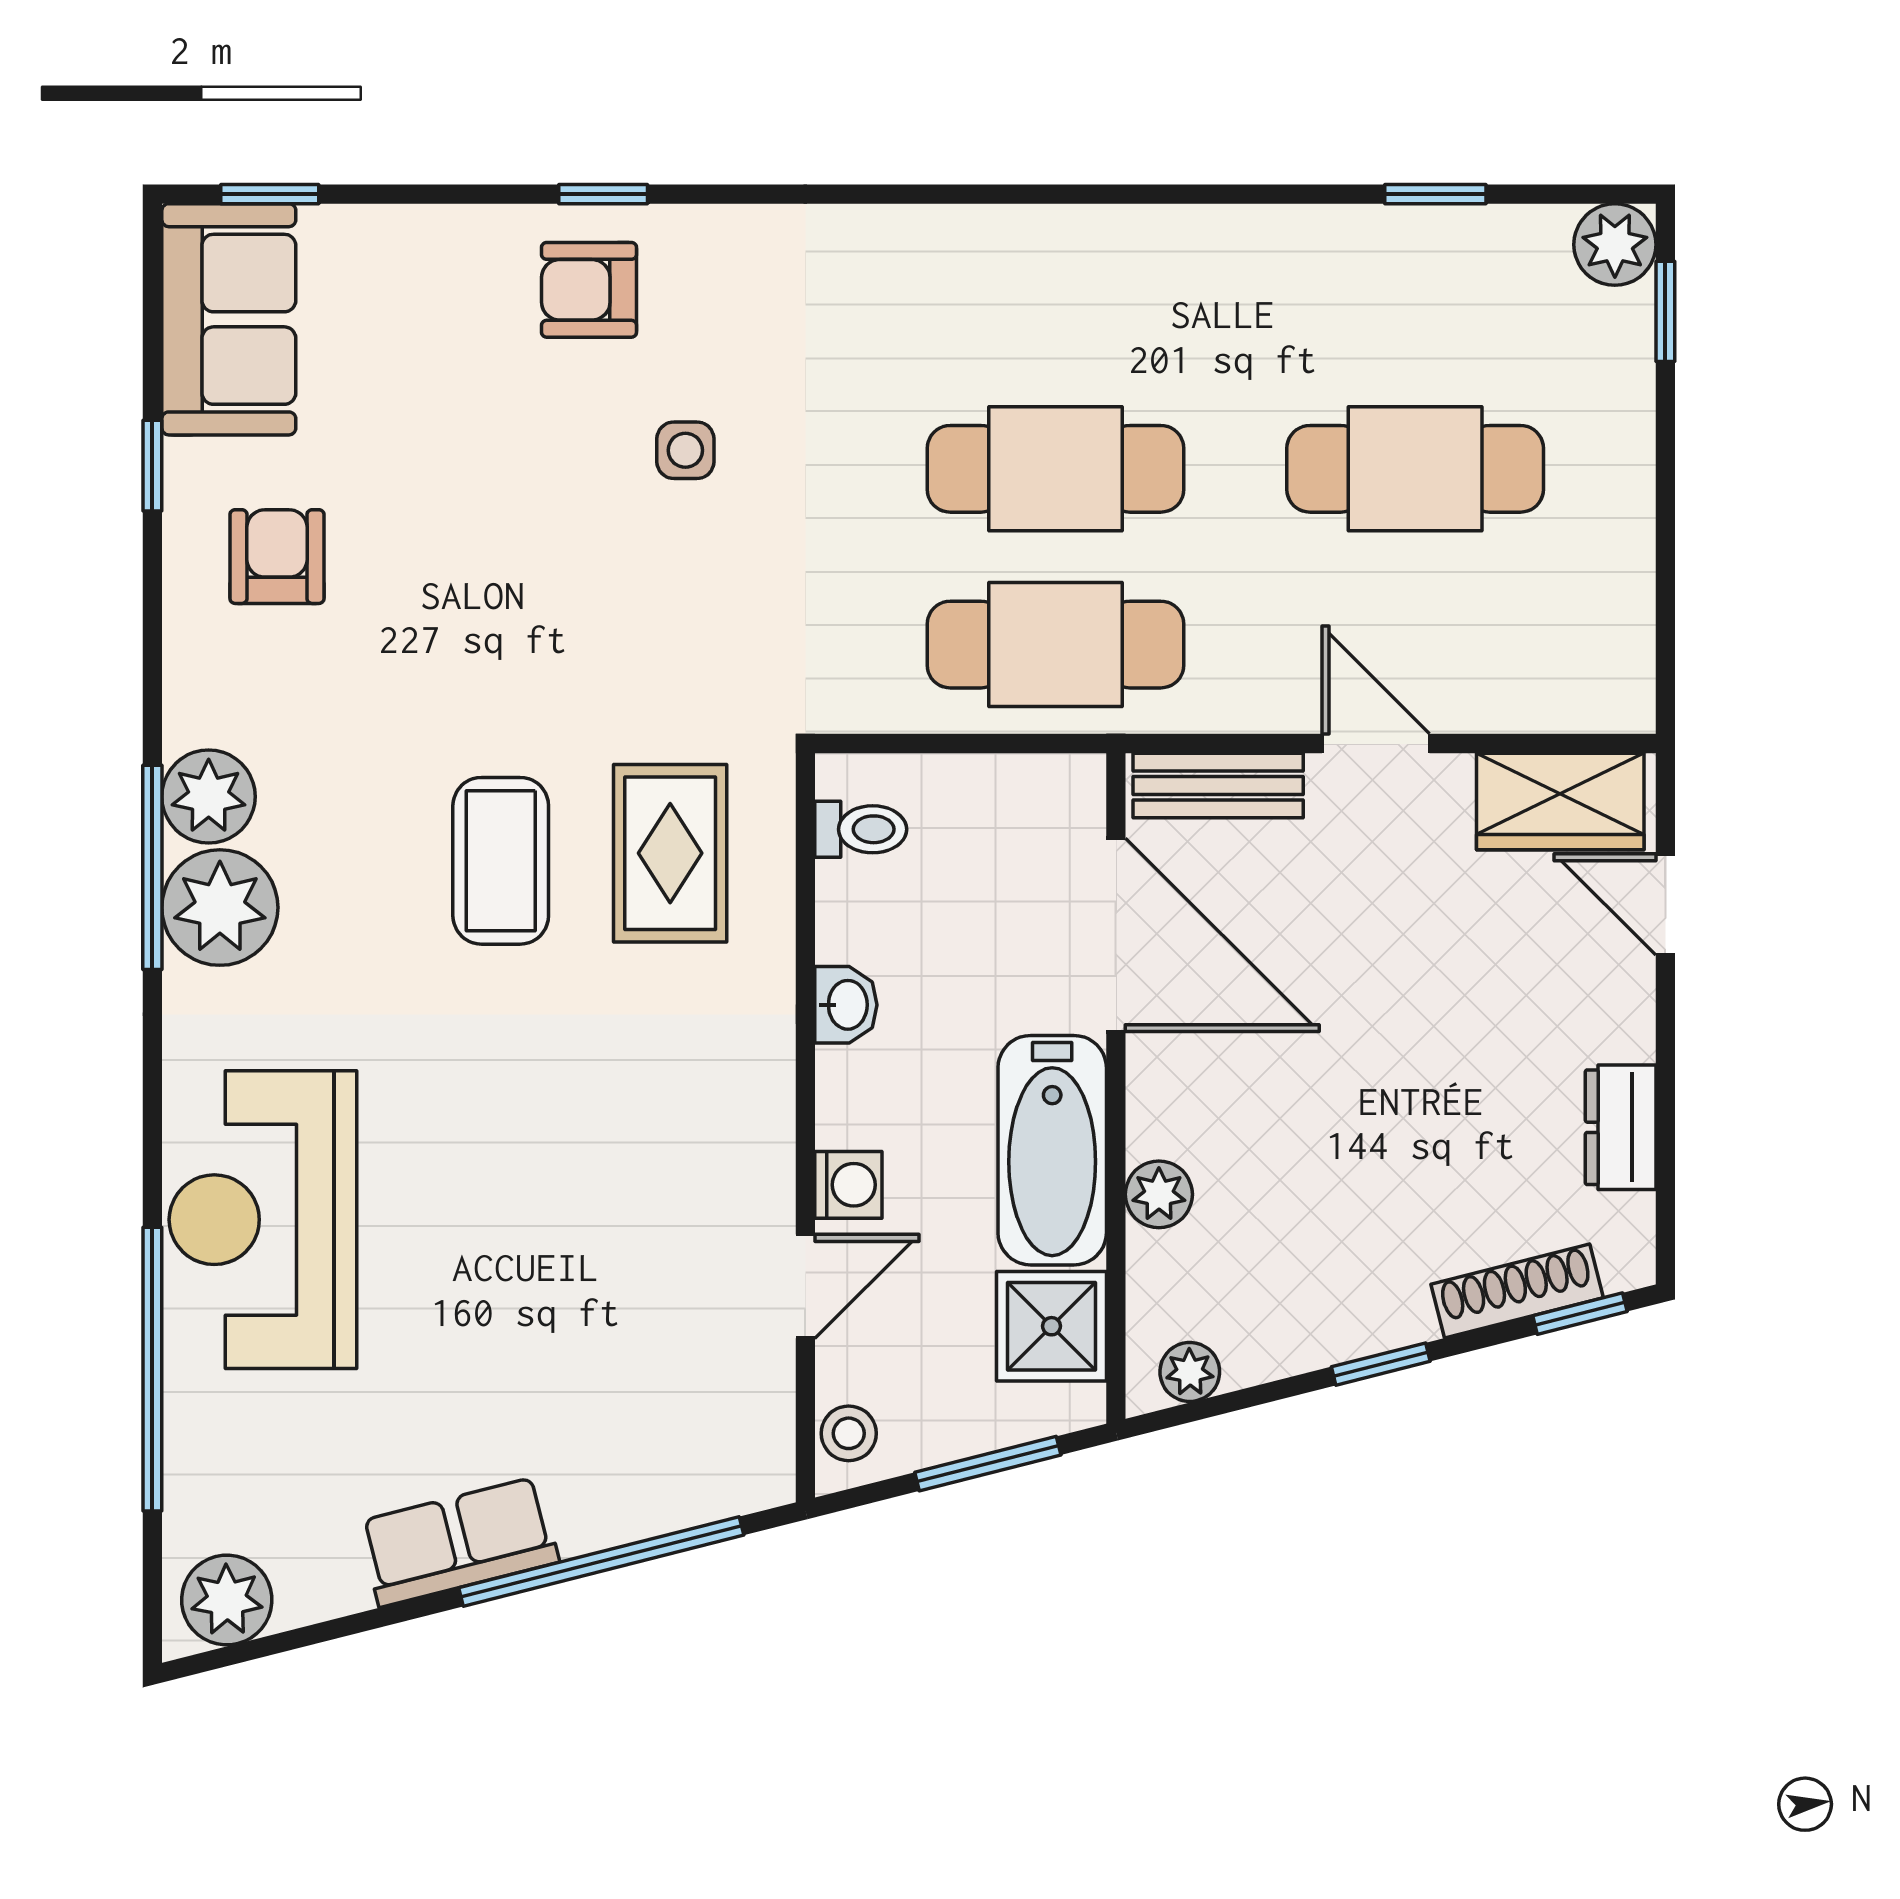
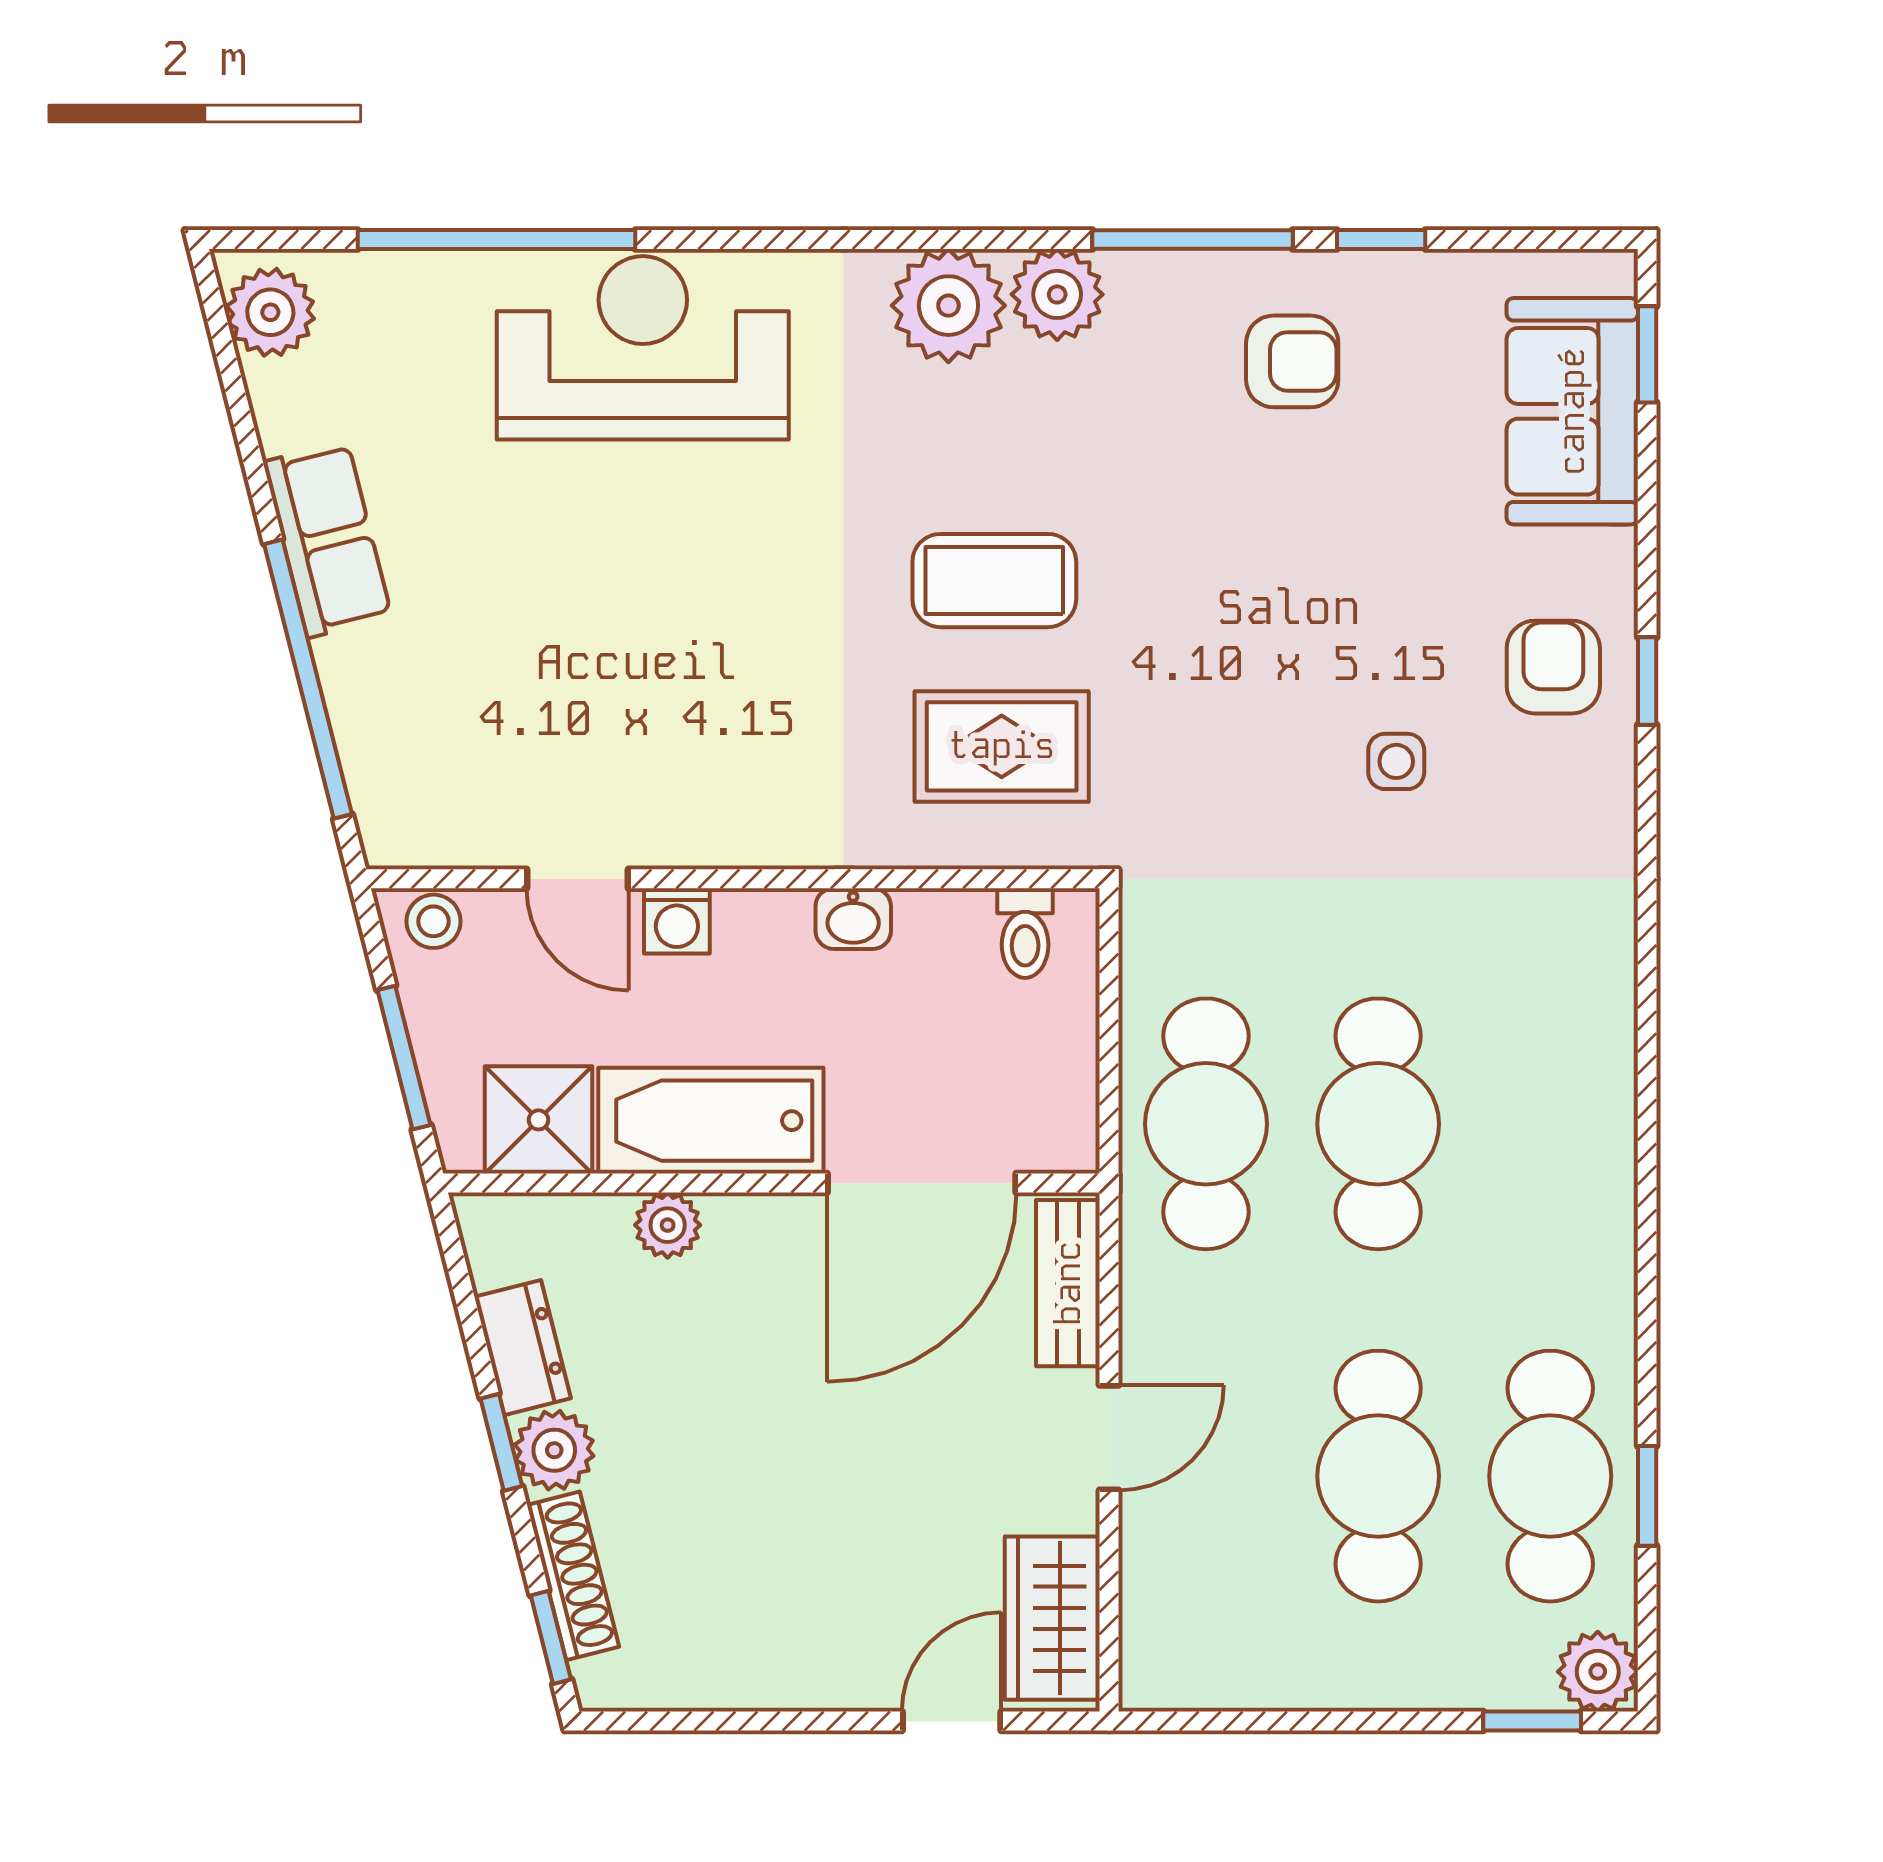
cafe table: (1415, 293) -> (1550, 1476), added
sofa: (229, 319) -> (1572, 411), moved, turned 90
window: (152, 867) -> (1192, 239), moved
dresser: (1621, 1127) -> (523, 1348), moved, turned 76
plant: (1190, 1372) -> (554, 1450), moved, width x1.38, depth x1.38

